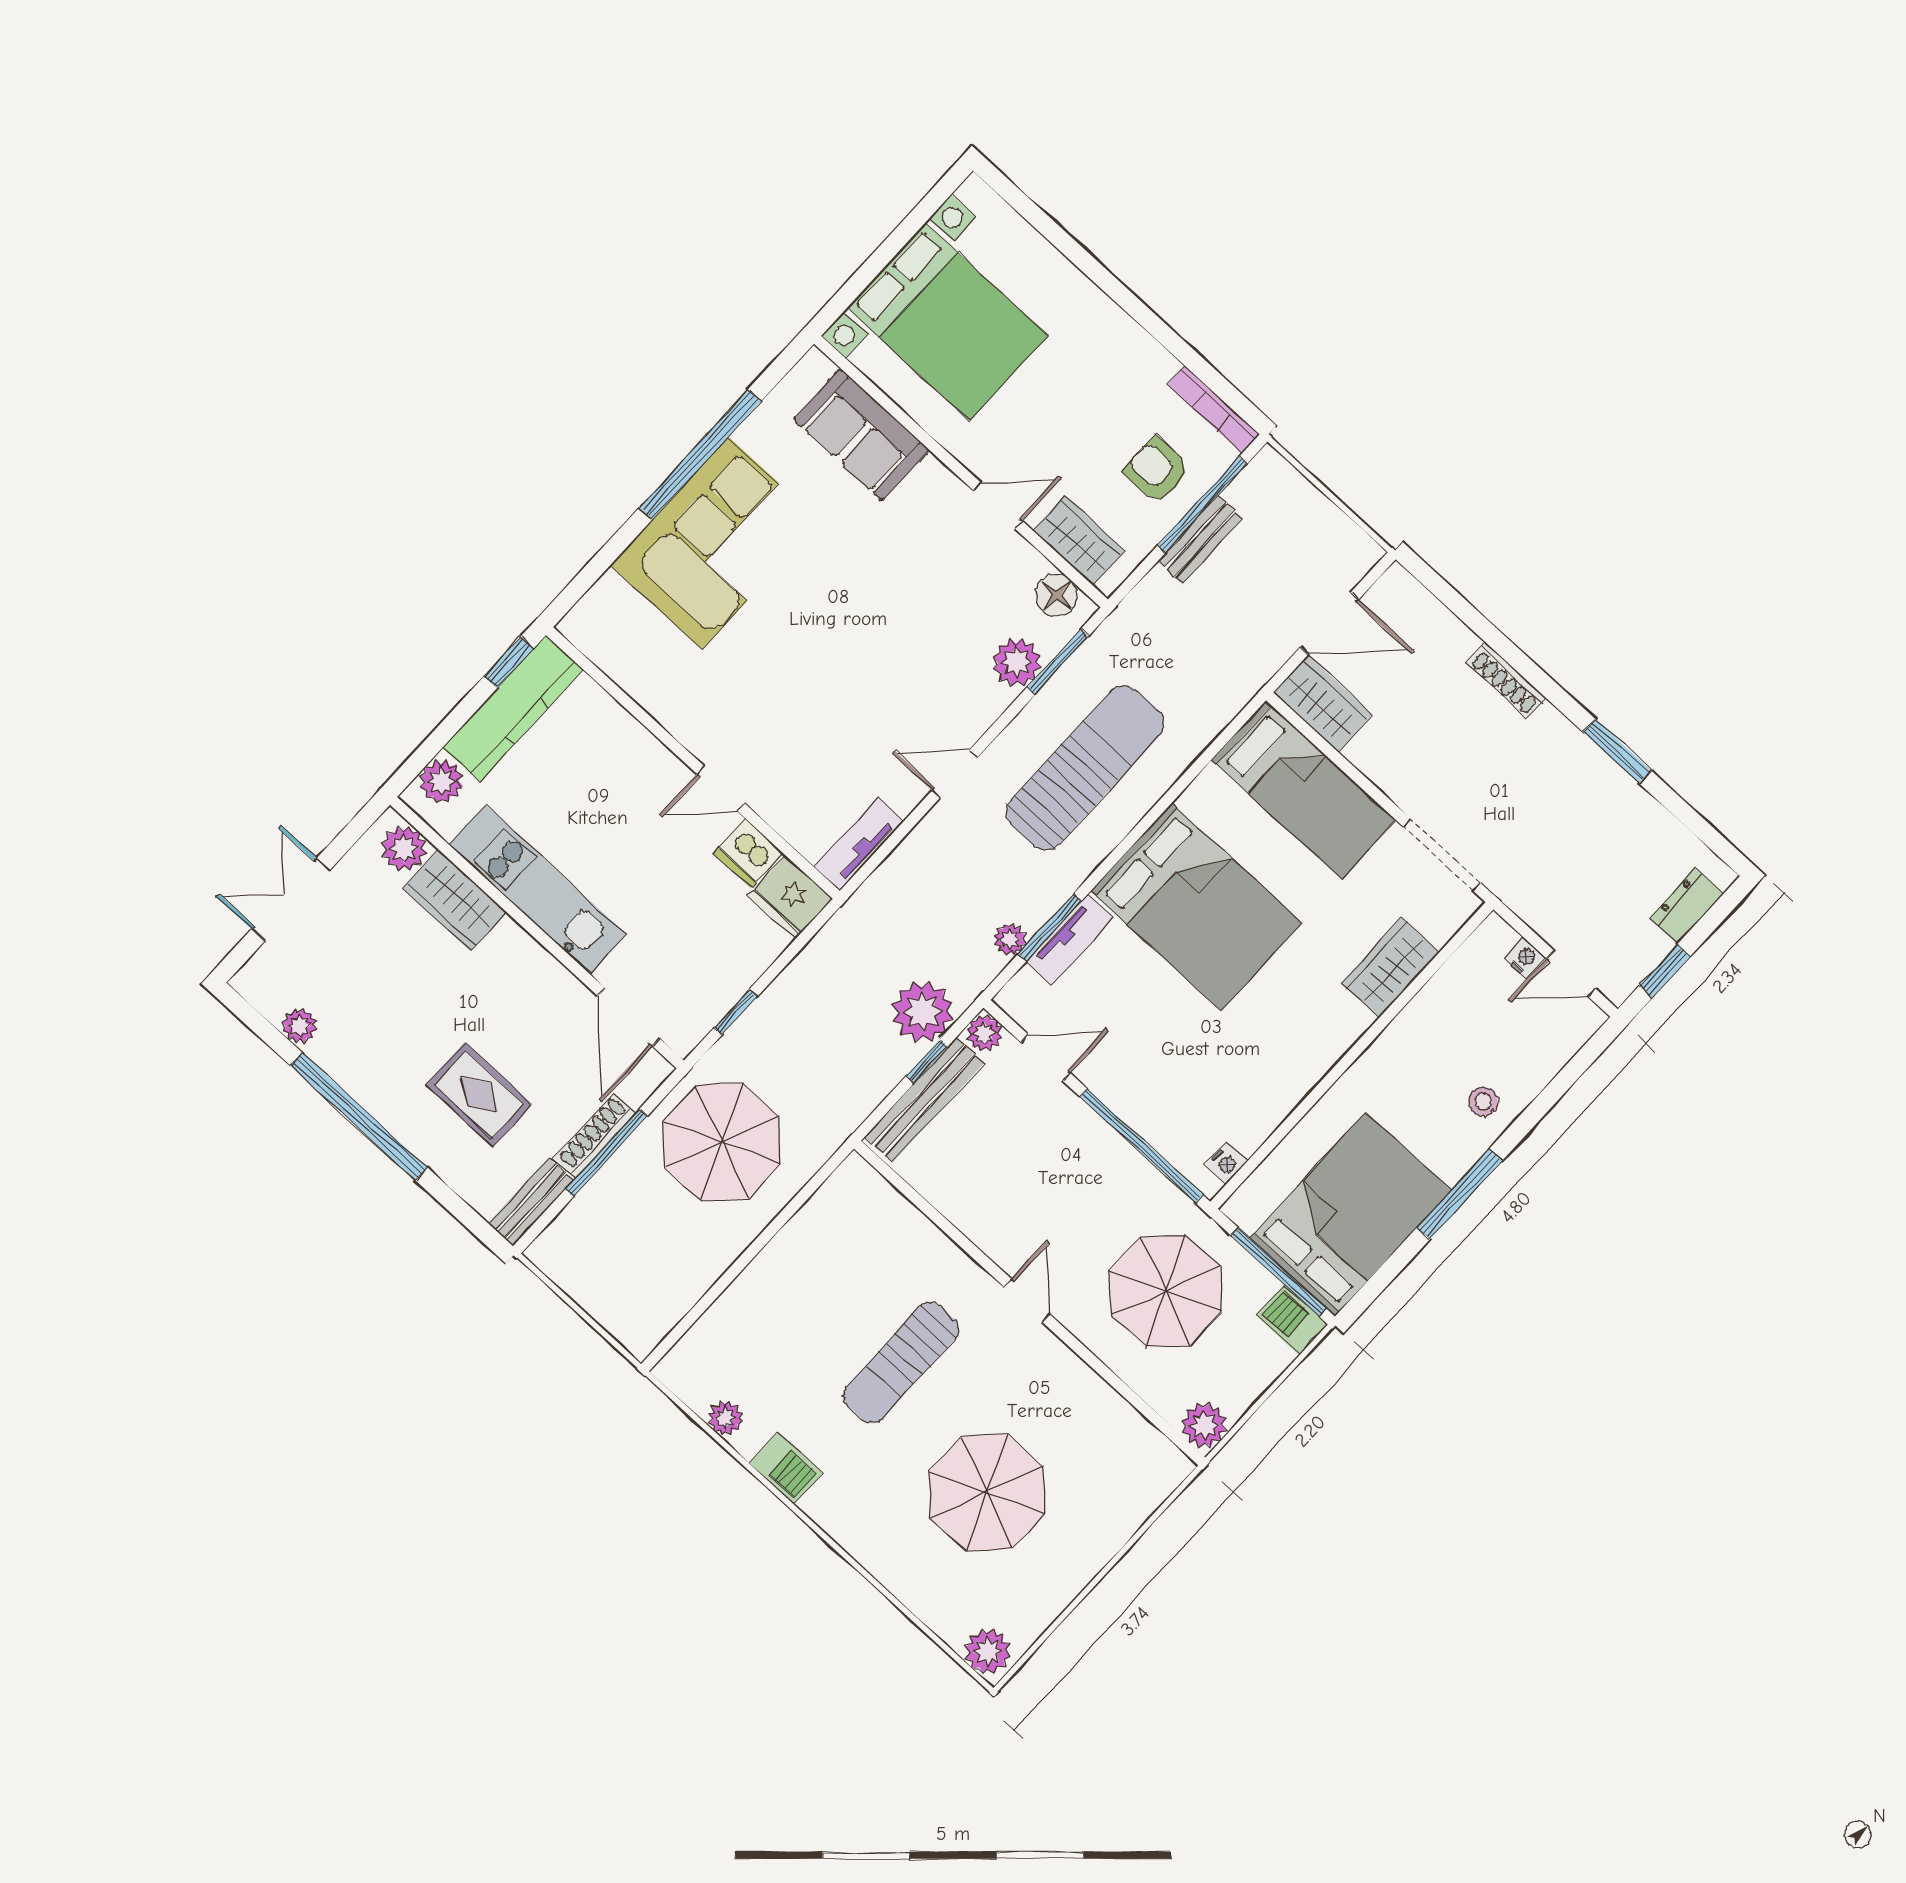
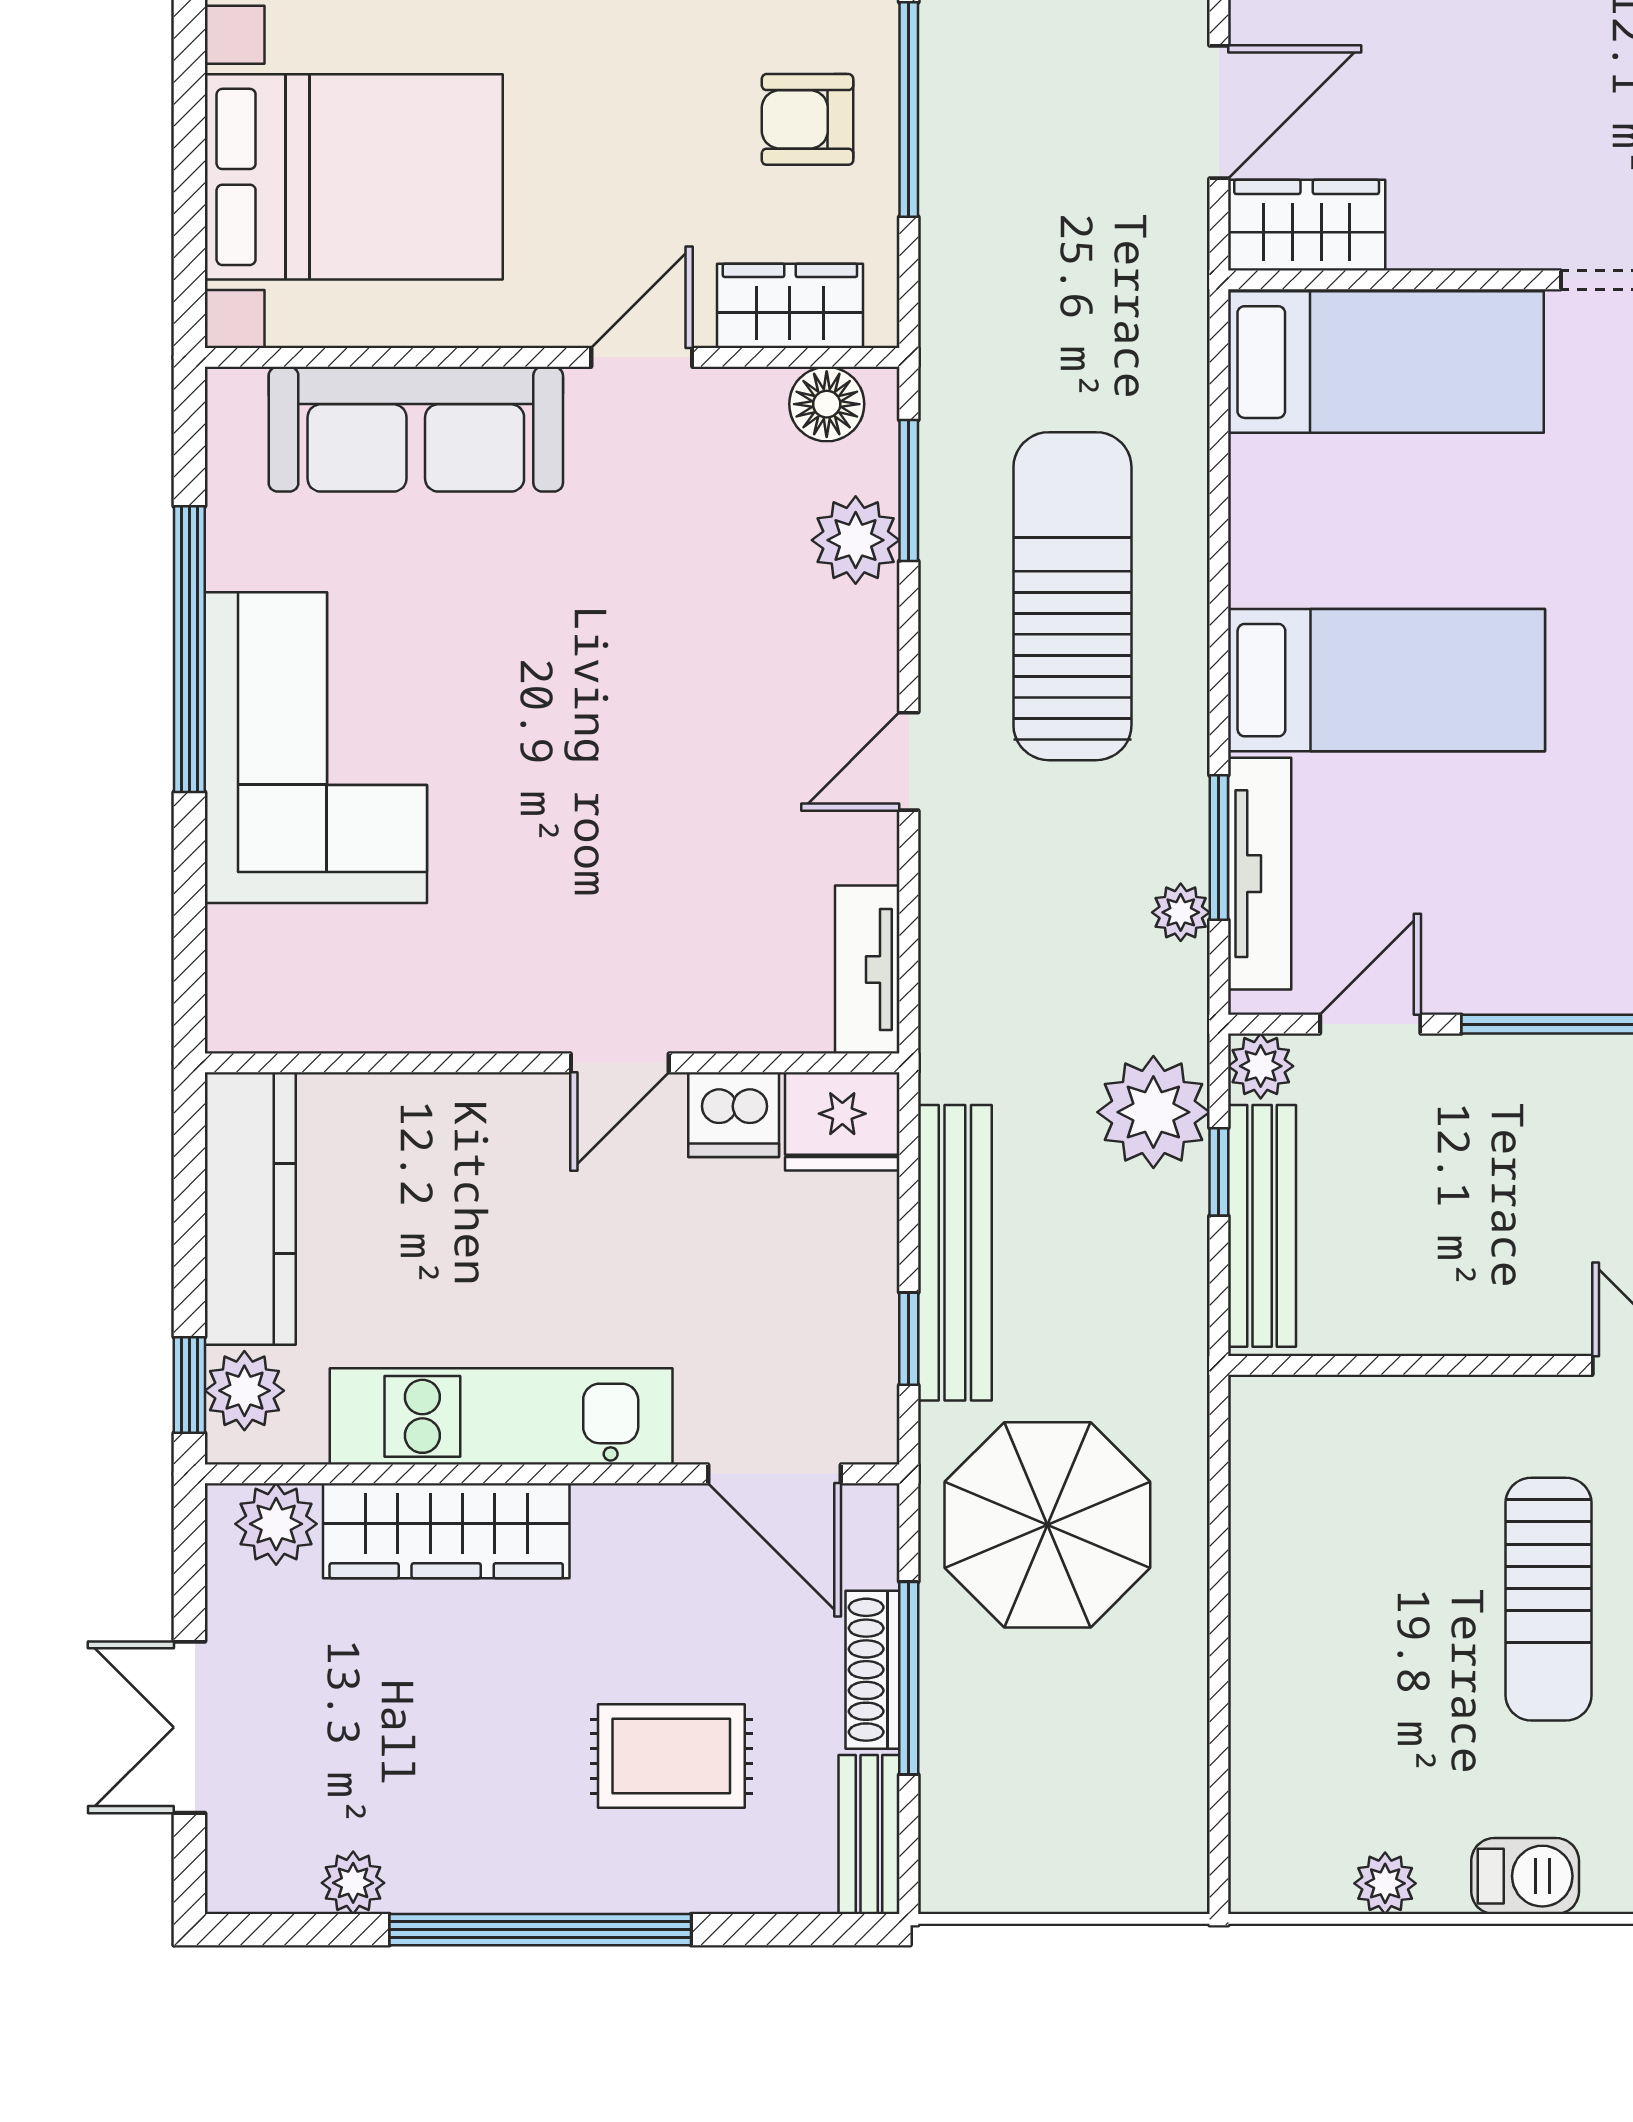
sofa: (861, 435) -> (416, 429), width x1.36
bench: (1200, 540) -> (955, 1253), moved, width x1.86, depth x1.21
window: (509, 662) -> (189, 1385), moved
wardrobe: (455, 900) -> (446, 1531), width x1.50
bed: (1196, 907) -> (1386, 680), width x0.67
tv unit: (1070, 940) -> (1260, 874), width x1.41

